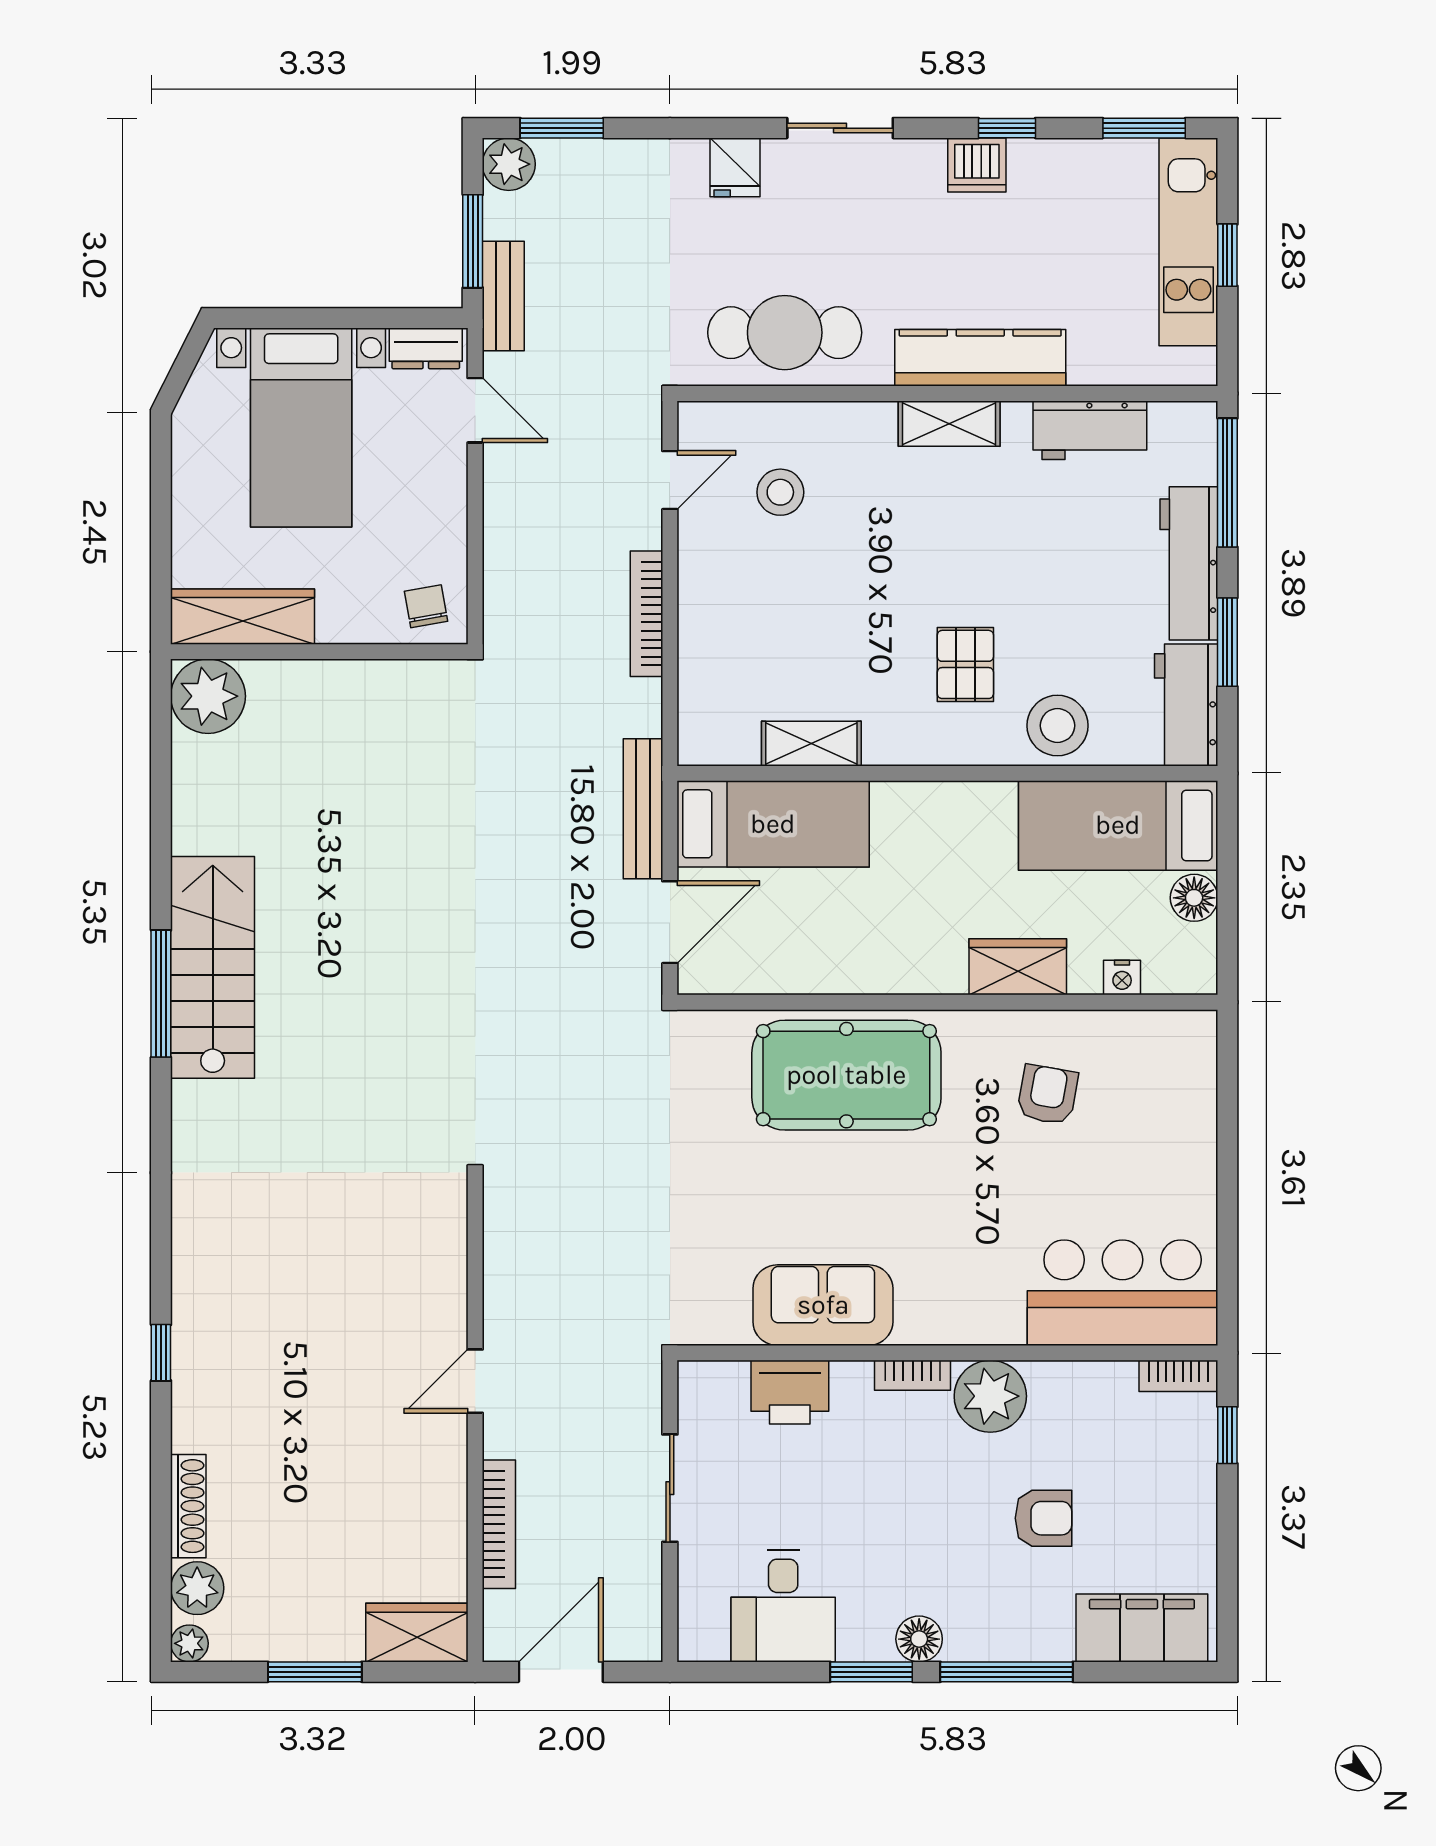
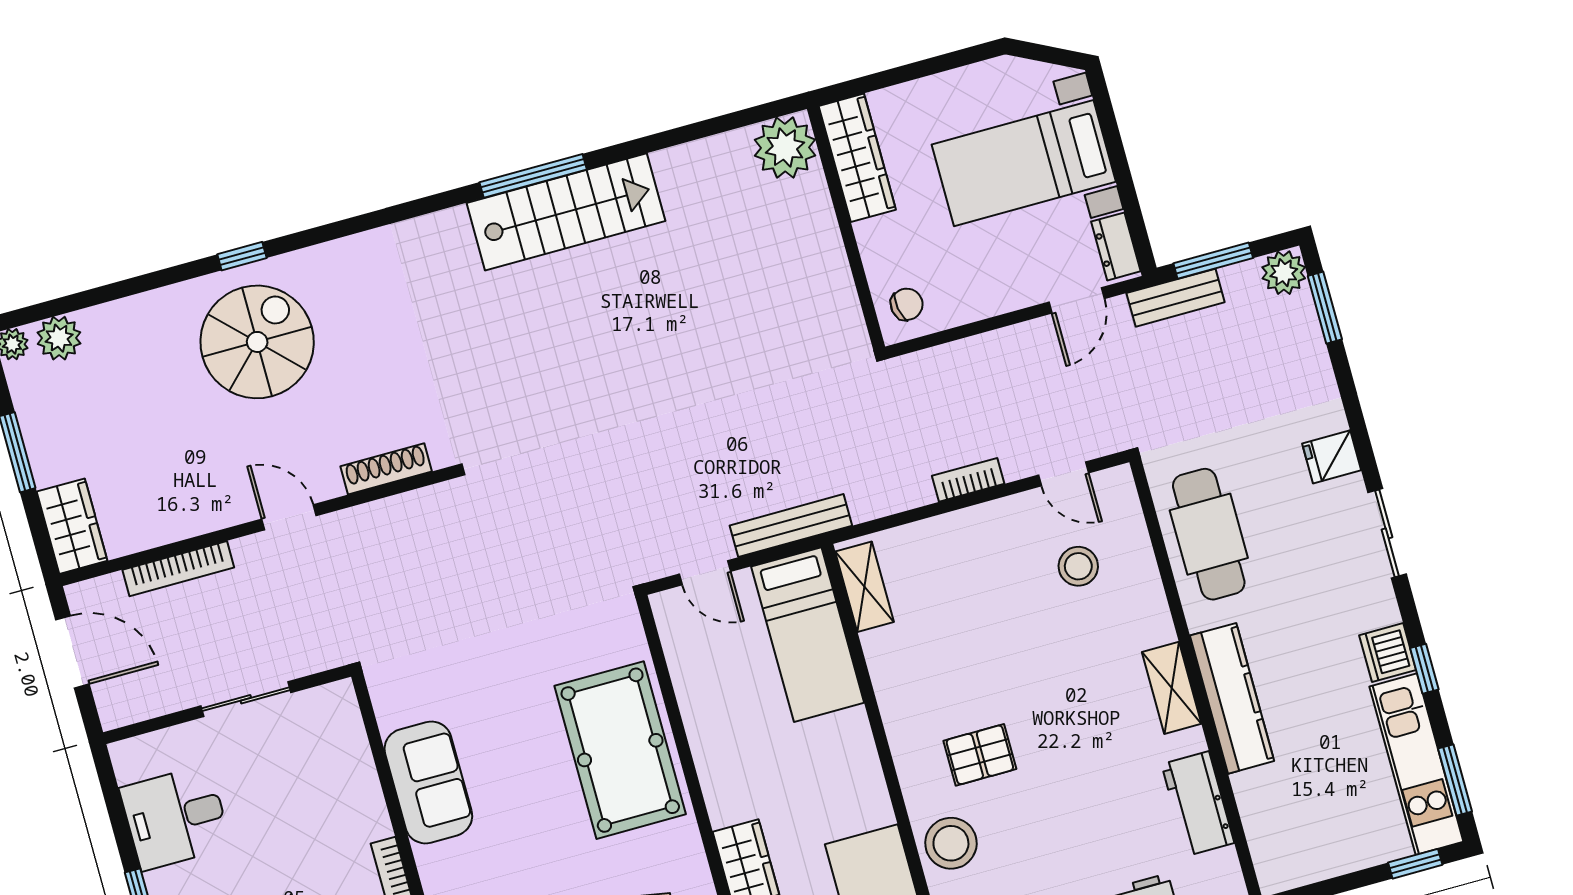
kitchen unit: (1188, 242) -> (1416, 764), moved, turned -90
window: (1227, 255) -> (1415, 864), moved
bookcase: (646, 614) -> (968, 480), width x0.64
shelving: (811, 744) -> (864, 587), moved
door: (670, 922) -> (705, 573), width x0.73
spiral stairs: (264, 1362) -> (257, 342), added
printer: (790, 1392) -> (350, 775), removed
shoe rack: (188, 1506) -> (386, 469), moved, turned 180

